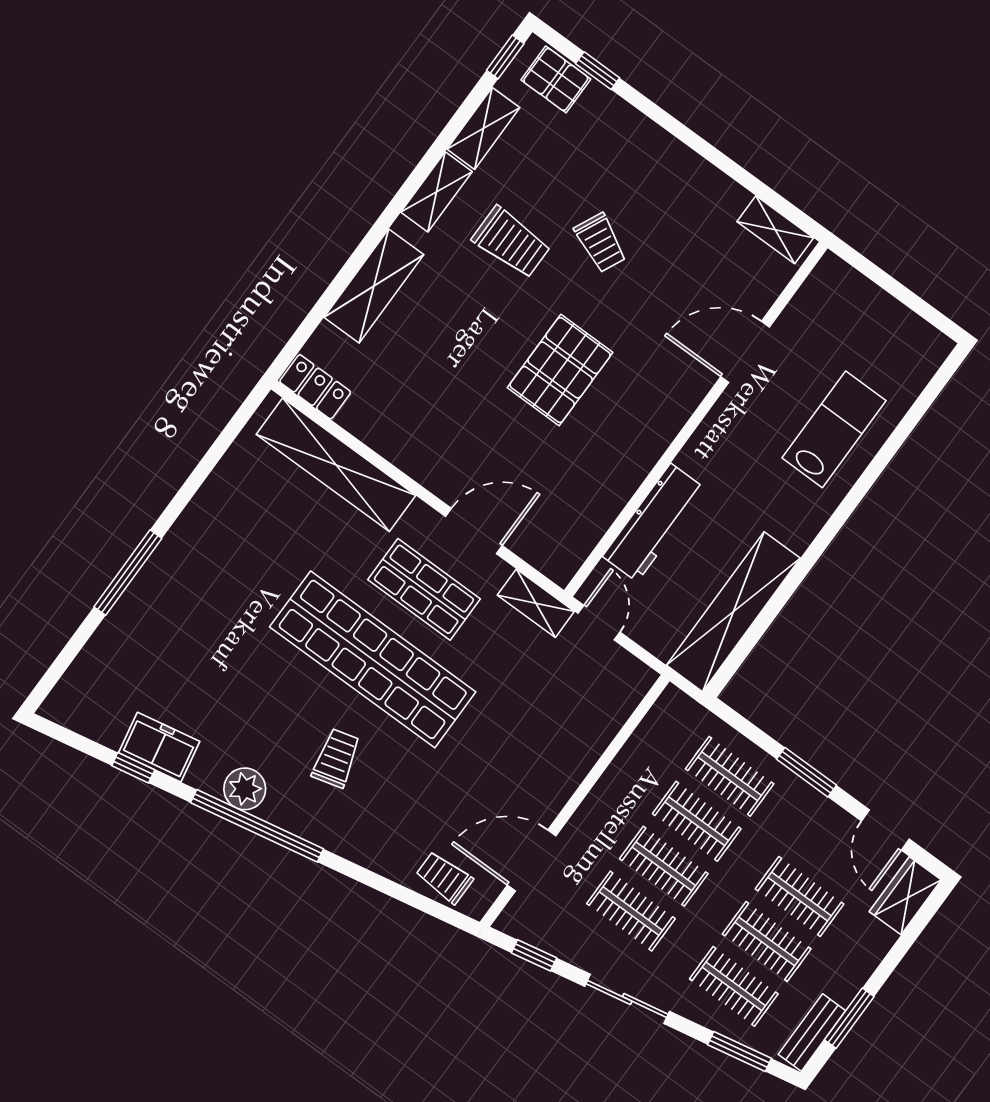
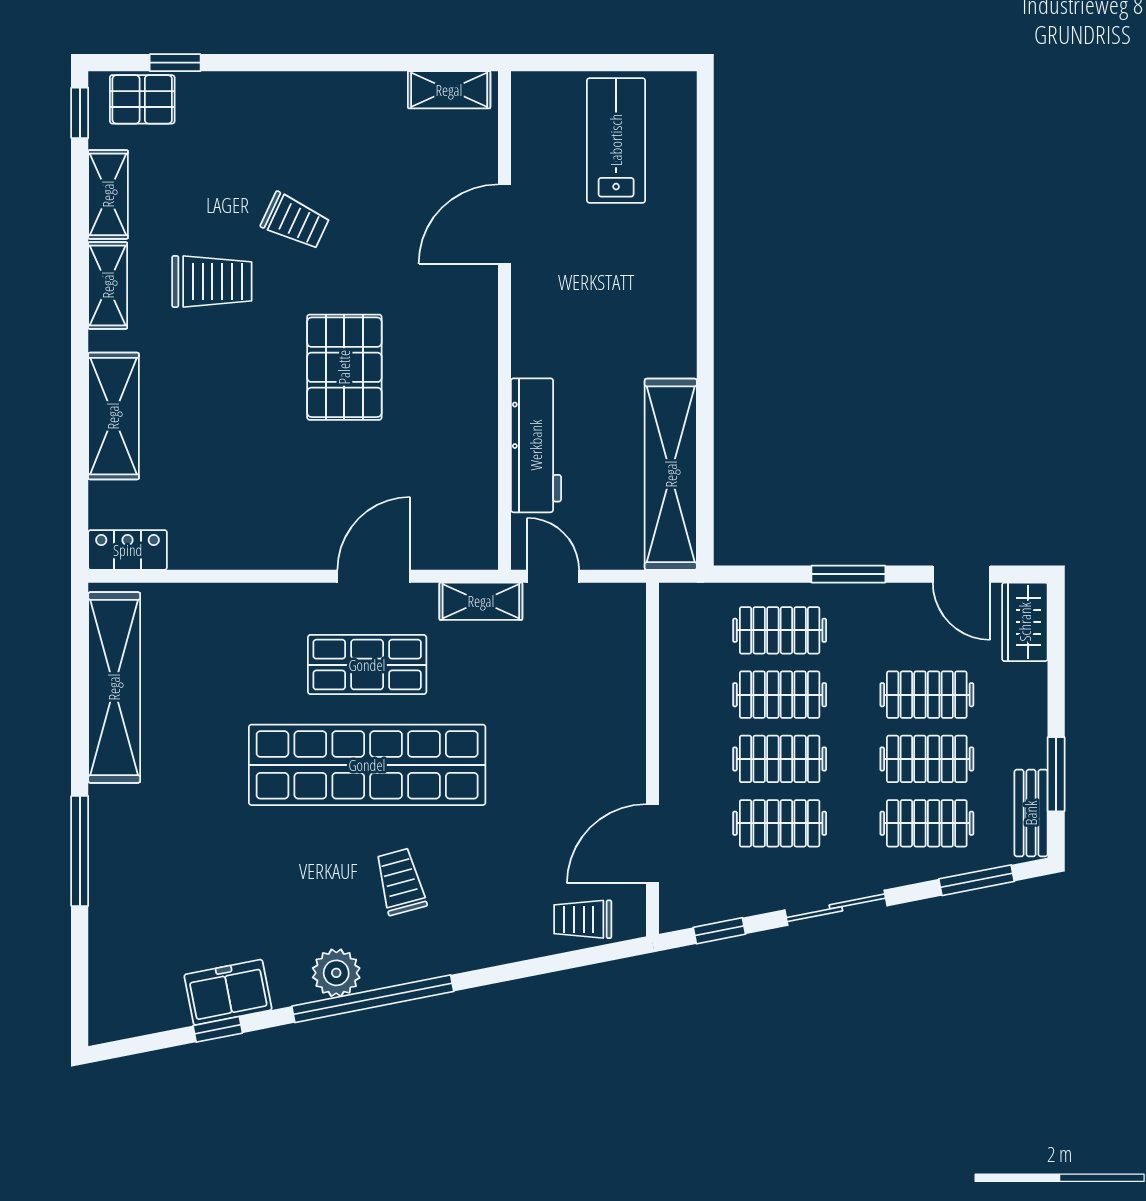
lab bench: (834, 429) -> (616, 140), moved
shelving: (336, 465) -> (114, 687), moved, turned 90

